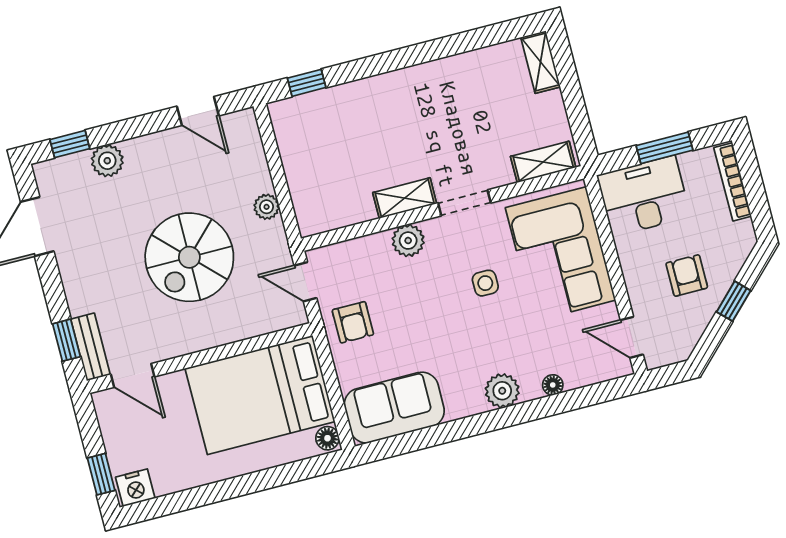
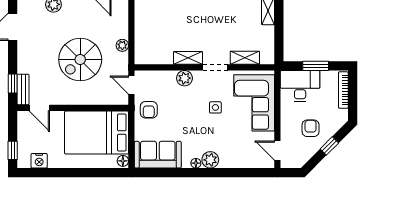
shelving: (543, 162) -> (245, 58), moved
floor lamp: (553, 385) -> (196, 163), moved
nightstand: (135, 488) -> (39, 161), moved

